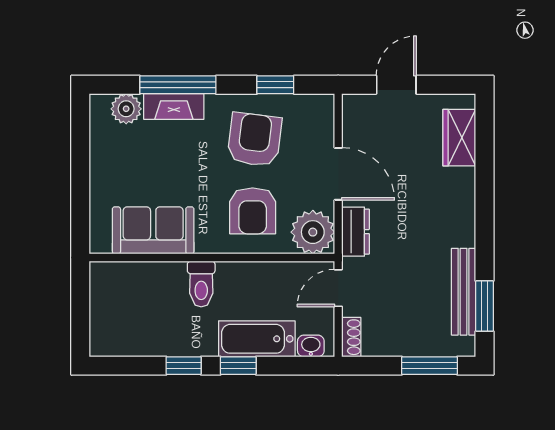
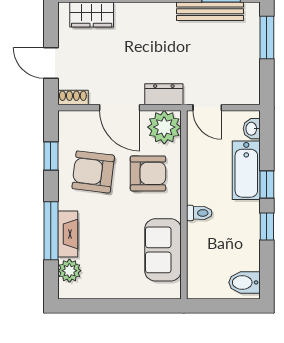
door: (338, 174) -> (120, 108), swing flipped
toilet: (201, 284) -> (199, 213), width x0.73, depth x0.72
bidet: (111, 336) -> (244, 282), added
shoe rack: (351, 337) -> (73, 98), moved

